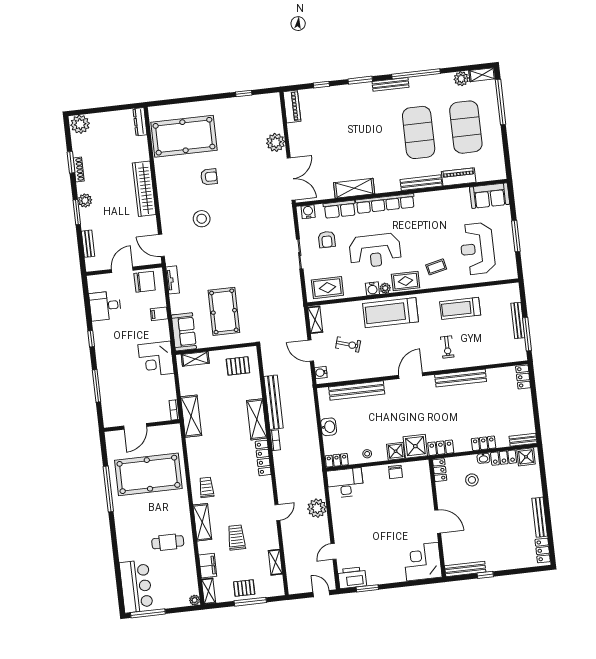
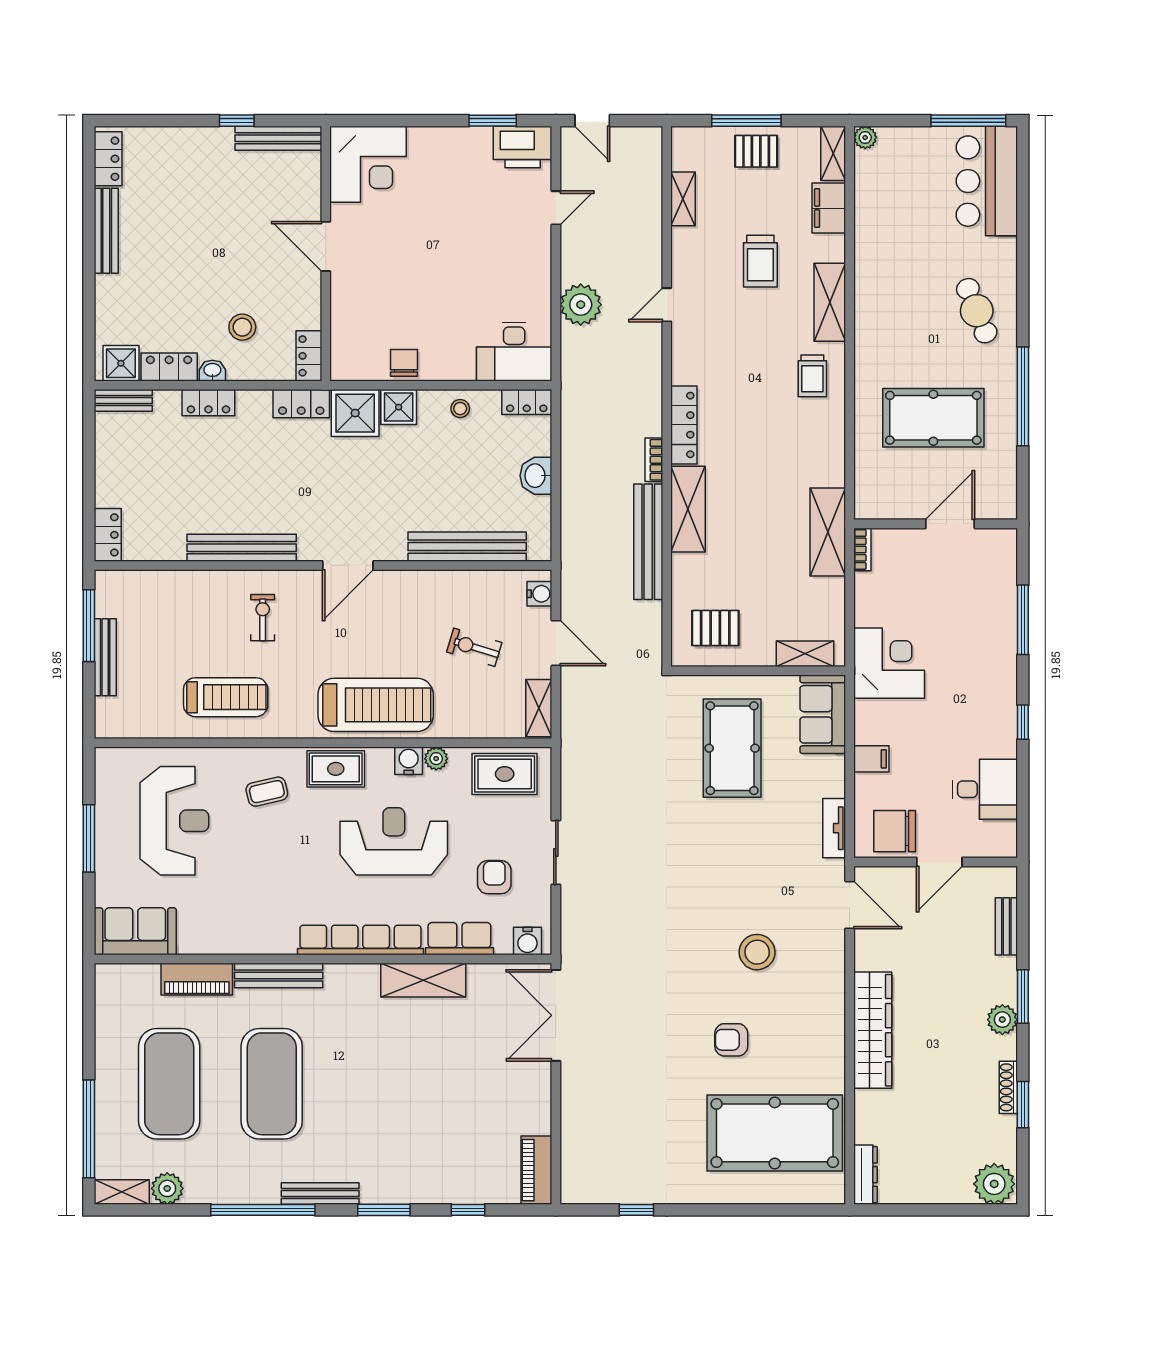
plant: (276, 142) -> (580, 1097), removed
plant: (385, 288) -> (436, 759), moved
pool table: (148, 474) -> (933, 418), width x0.73, depth x0.76
cafe table: (168, 542) -> (977, 311), moved, turned 68

